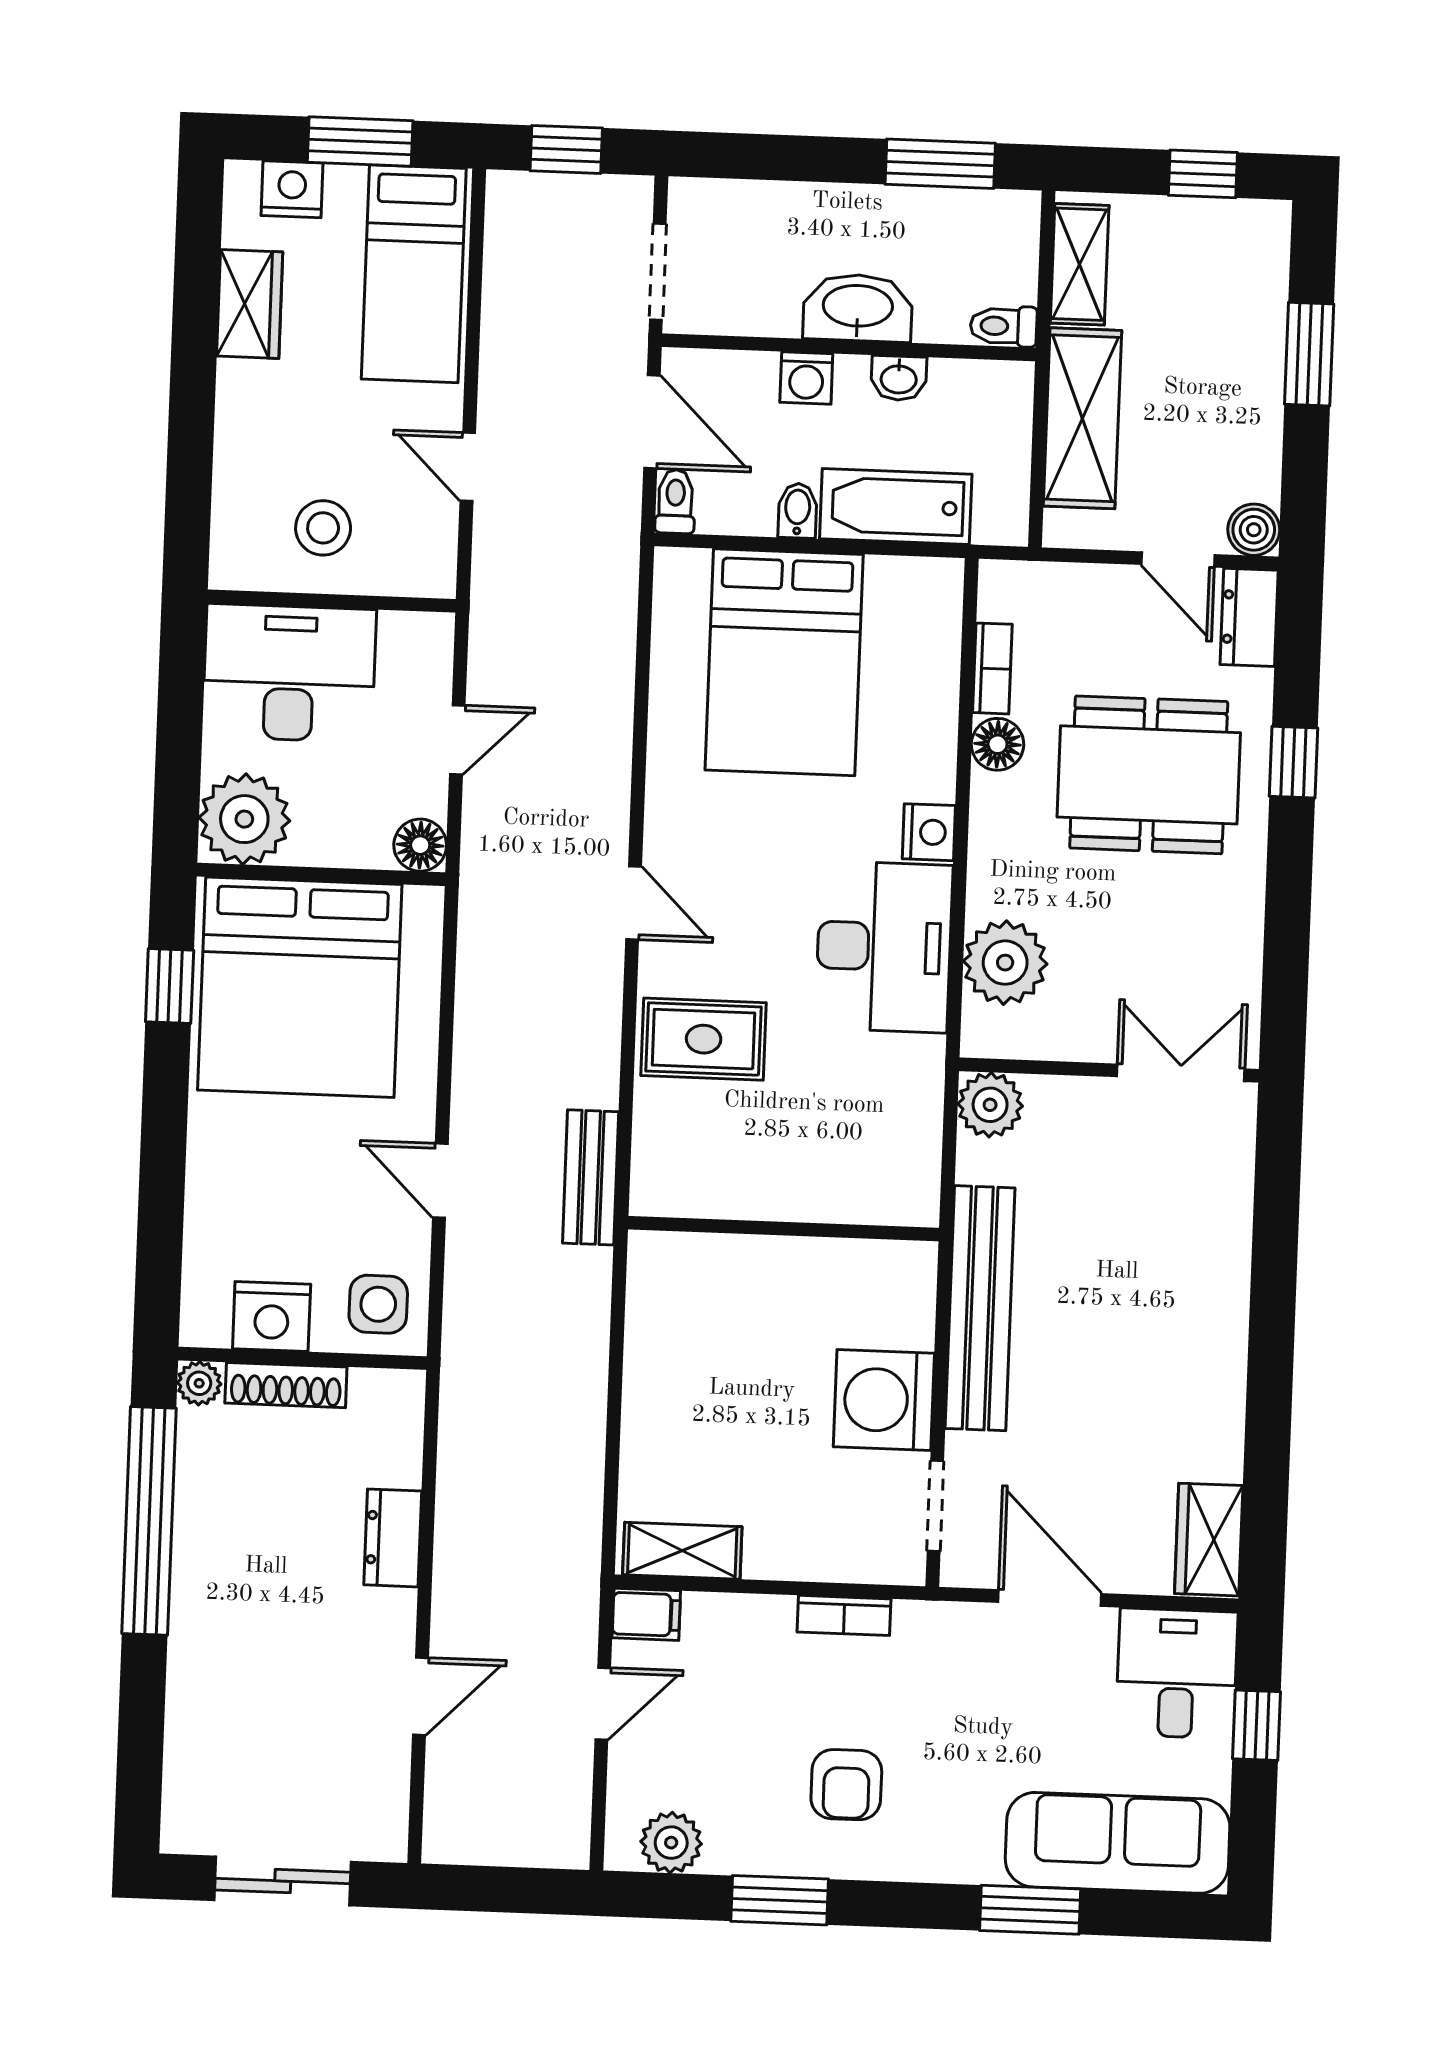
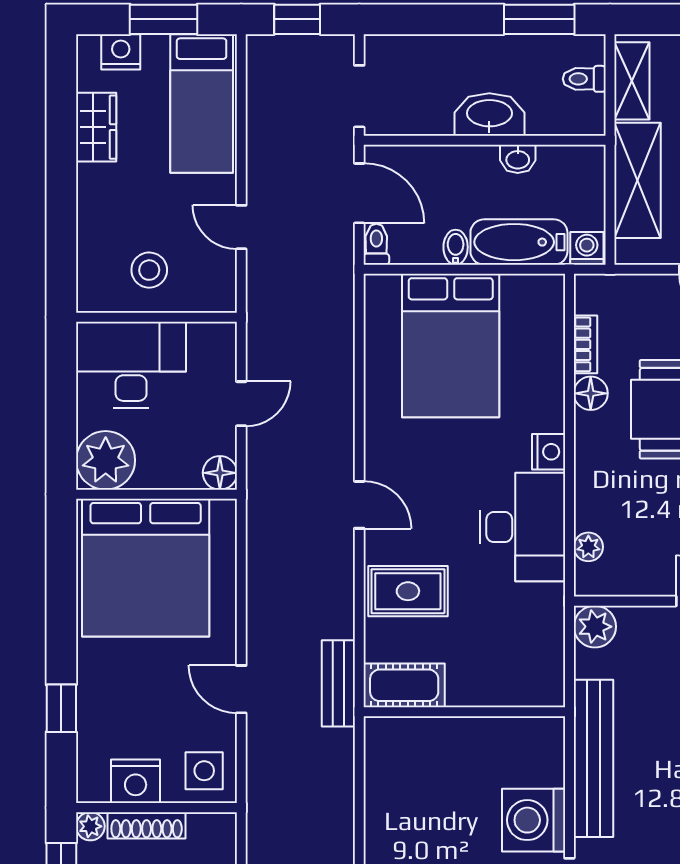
toilet: (1004, 326) -> (584, 79), moved
washing machine: (806, 378) -> (587, 248), moved, turned 180
plant: (1005, 963) -> (588, 547), width x0.53, depth x0.53
window: (170, 986) -> (61, 708), moved
cot: (692, 1184) -> (404, 685), added

